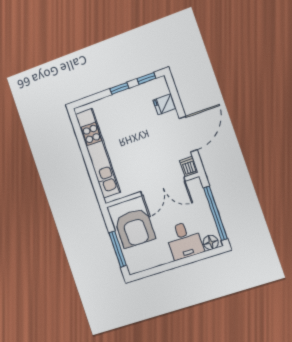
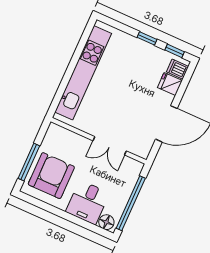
dishwasher: (189, 167) -> (178, 69), moved, turned -90
double door: (163, 186) -> (110, 146), width x0.73
armchair: (135, 228) -> (51, 176), moved, turned 180

